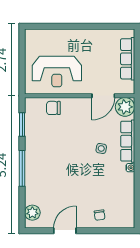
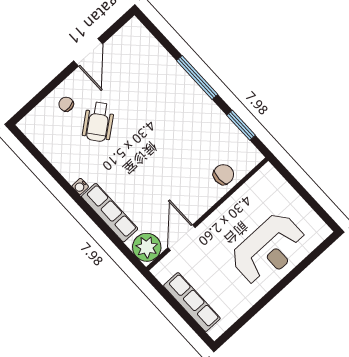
reception desk: (57, 72) -> (269, 249), moved, turned 180
side table: (101, 148) -> (131, 178), removed
wheelchair: (92, 192) -> (98, 122), added
plant: (32, 213) -> (142, 40), removed

